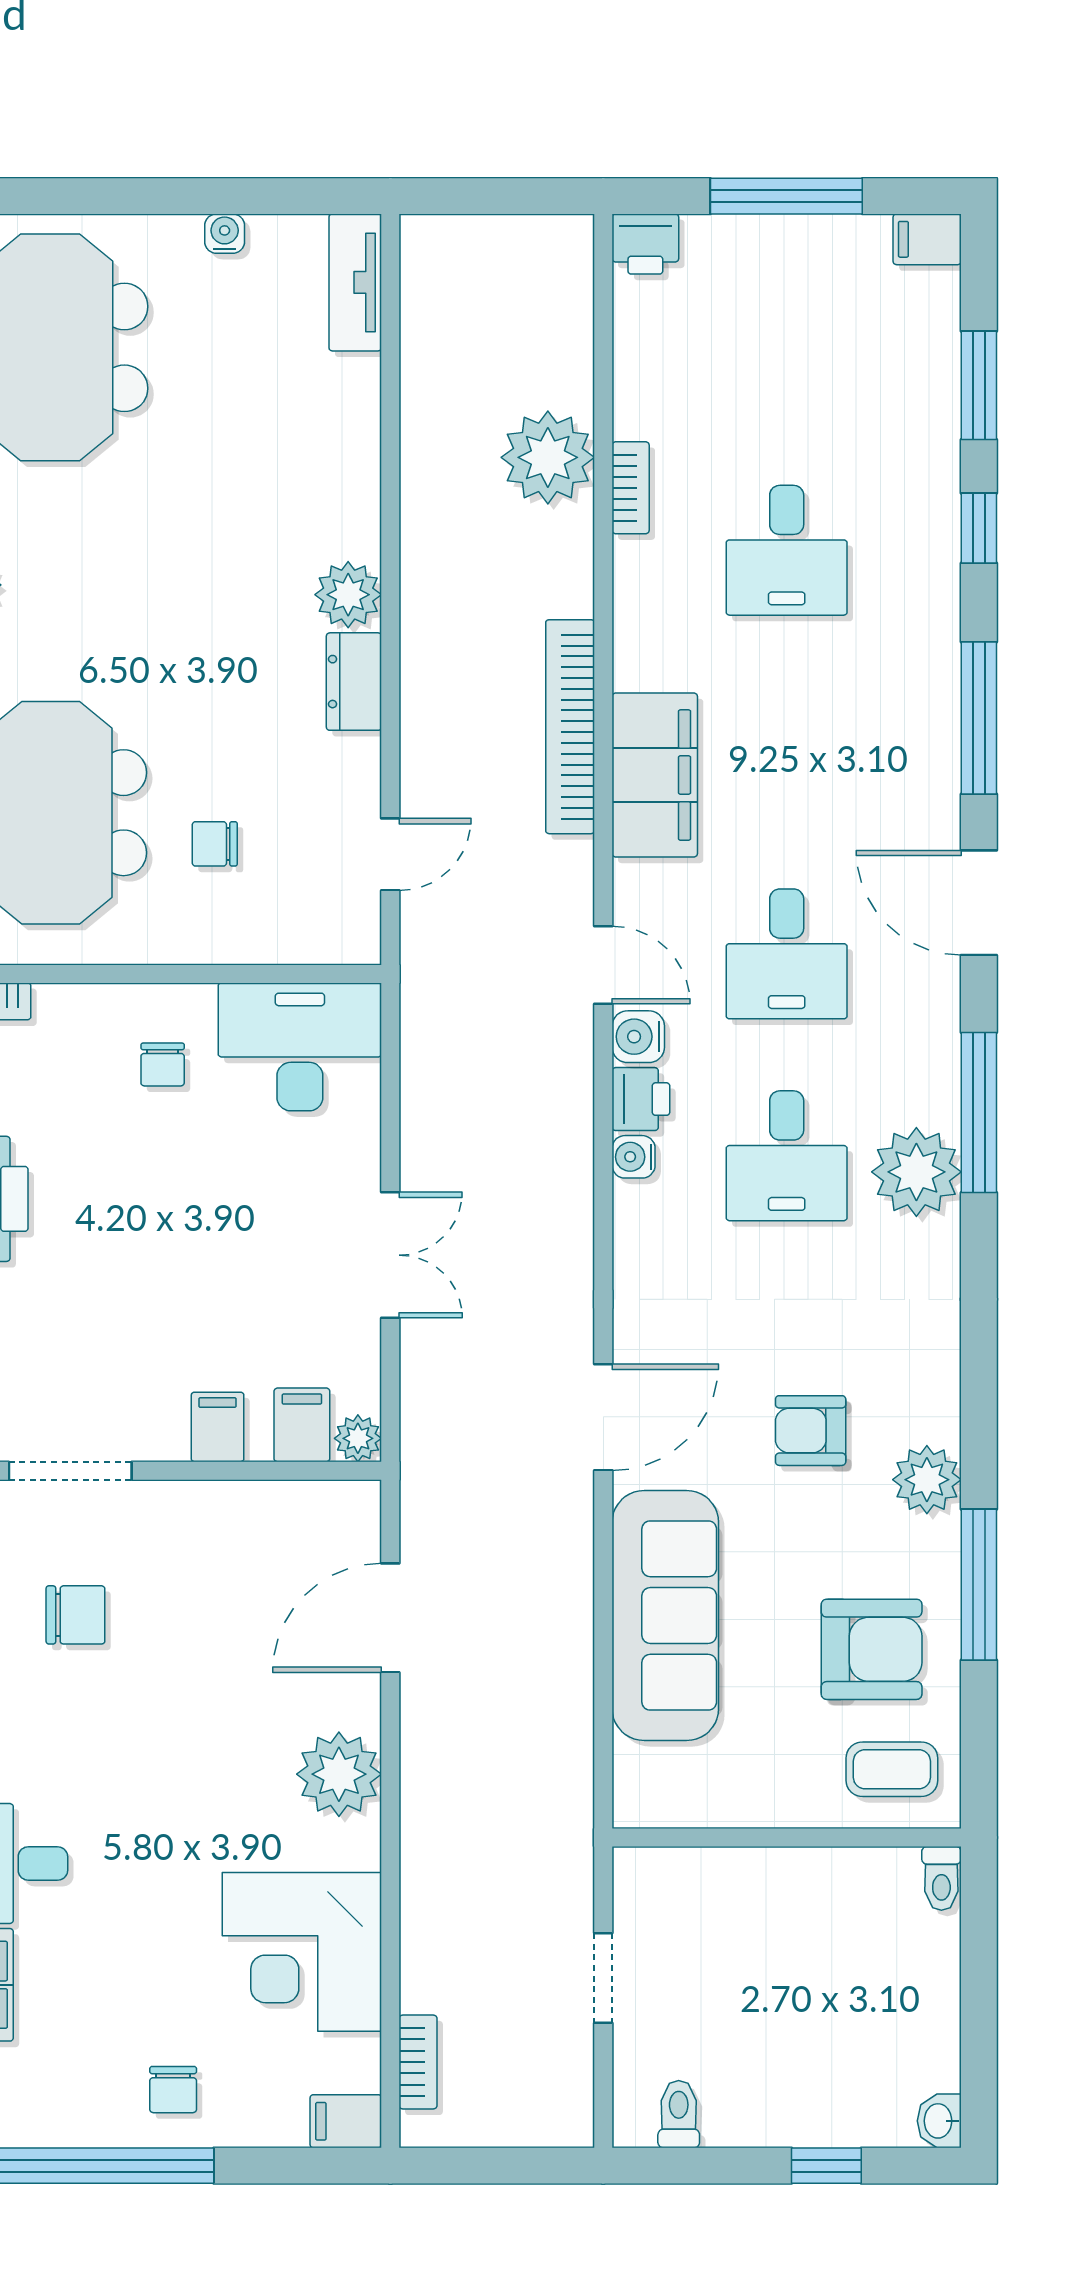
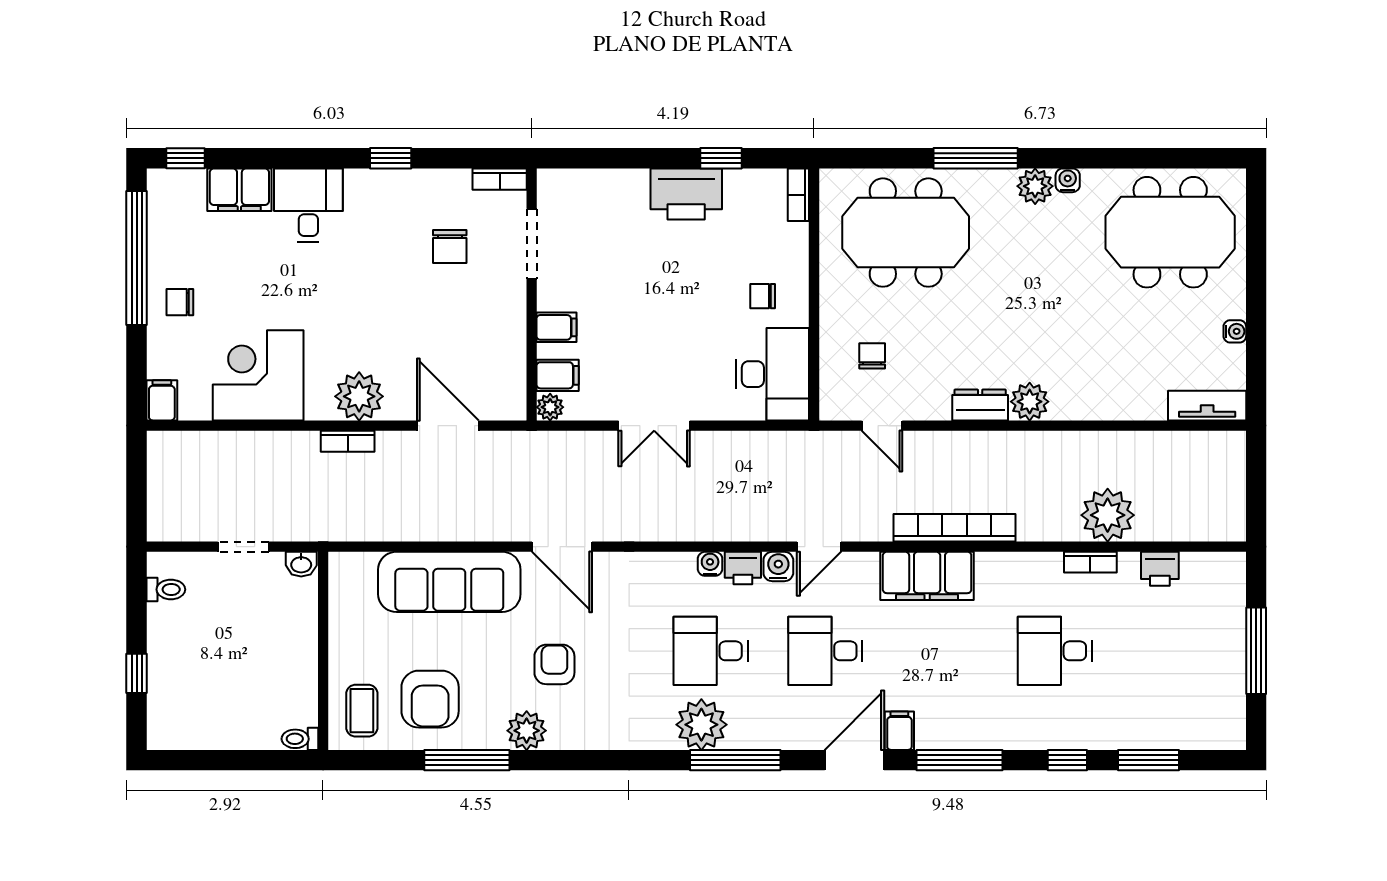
filing cabinet: (927, 239) -> (899, 731), moved
printer: (645, 244) -> (1160, 569), moved, turned -90
chair: (215, 844) -> (872, 356), moved
bookcase: (418, 2062) -> (348, 441), moved
washbasin: (939, 2121) -> (301, 564), moved, turned 180

